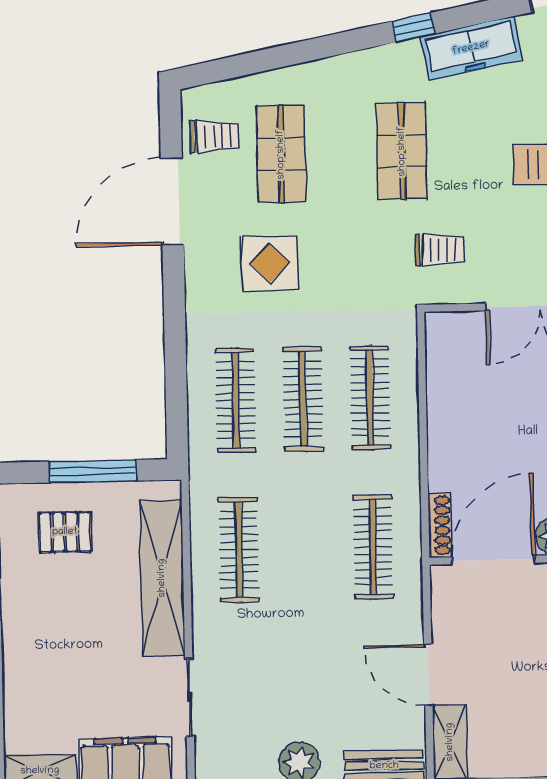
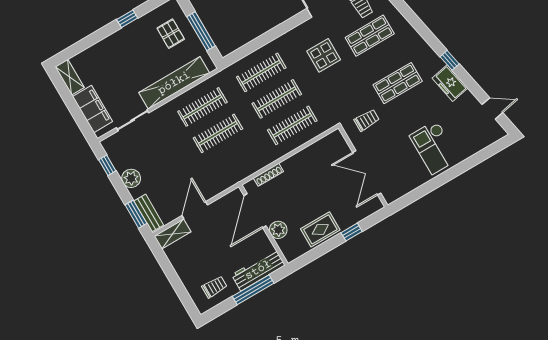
freezer: (471, 48) -> (450, 83), width x0.71
trolley: (440, 250) -> (367, 120), turned -90
shoe rack: (440, 525) -> (268, 175), moved
clothes rail: (373, 547) -> (218, 133), moved
door: (493, 560) -> (255, 211), swing flipped

